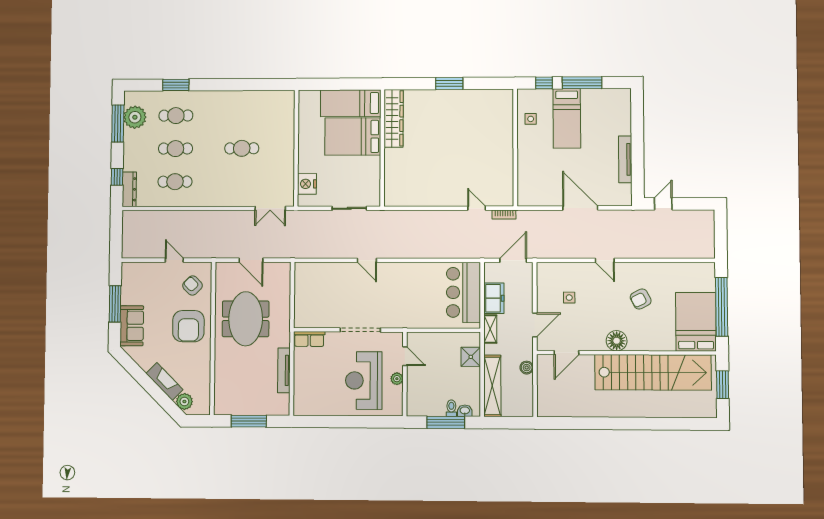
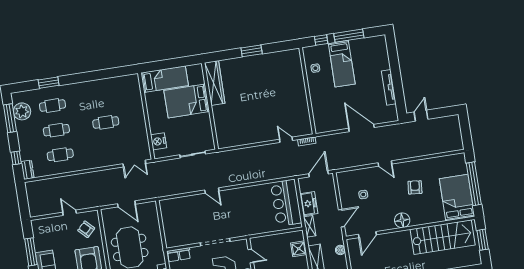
bed: (351, 103) -> (165, 79), moved, turned 180
dresser: (129, 189) -> (28, 170), width x0.70
armchair: (641, 299) -> (415, 187), turned 123
stairs: (653, 372) -> (443, 237), width x0.73

